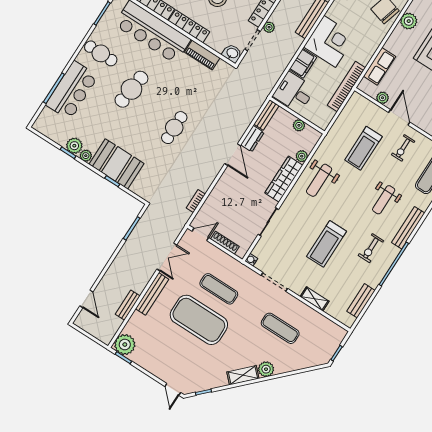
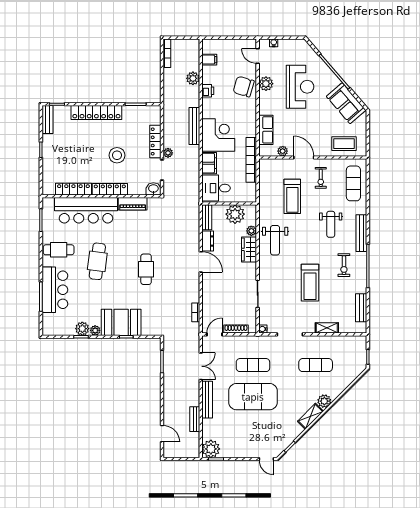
plant: (299, 125) -> (235, 214), width x1.88, depth x1.88
wardrobe: (284, 179) -> (249, 249), width x0.67

